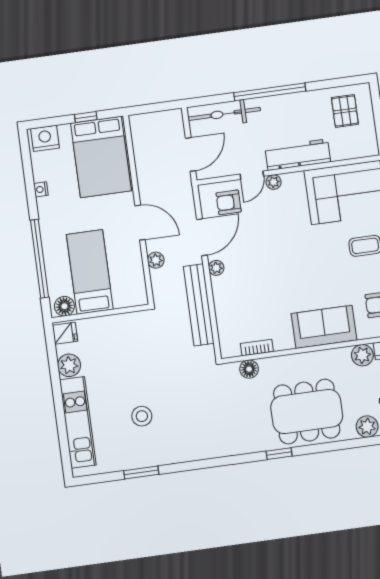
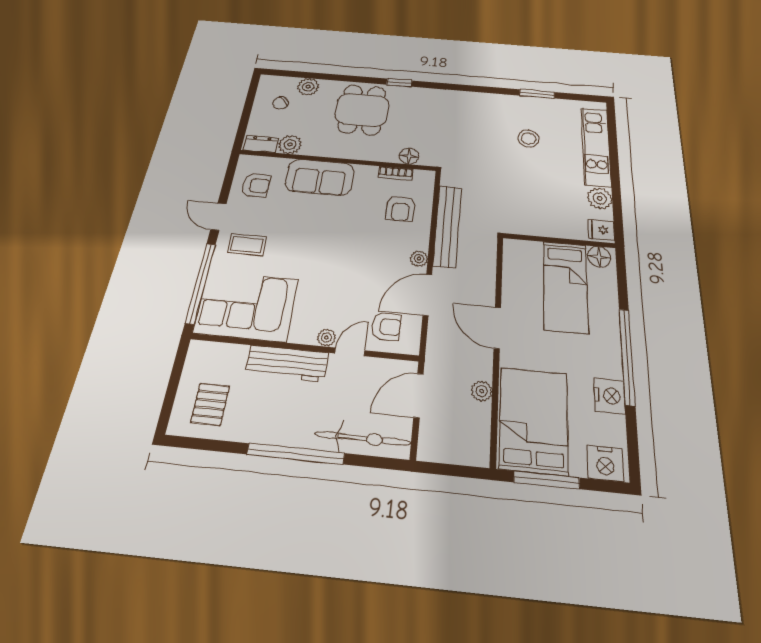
window: (86, 117) -> (547, 480), width x2.17
nightstand: (41, 189) -> (609, 396), width x1.89, depth x1.79
window: (39, 259) -> (627, 356), moved
plant: (156, 260) -> (482, 391), moved
armchair: (243, 312) -> (401, 208), added
dining table: (307, 412) -> (362, 110), width x0.73

